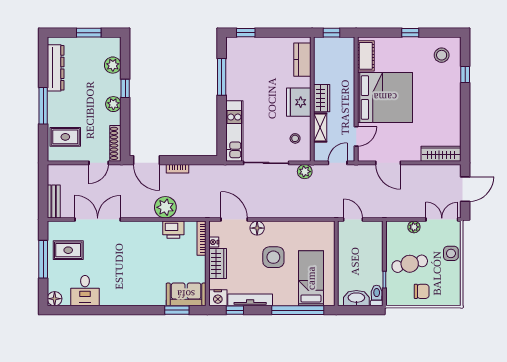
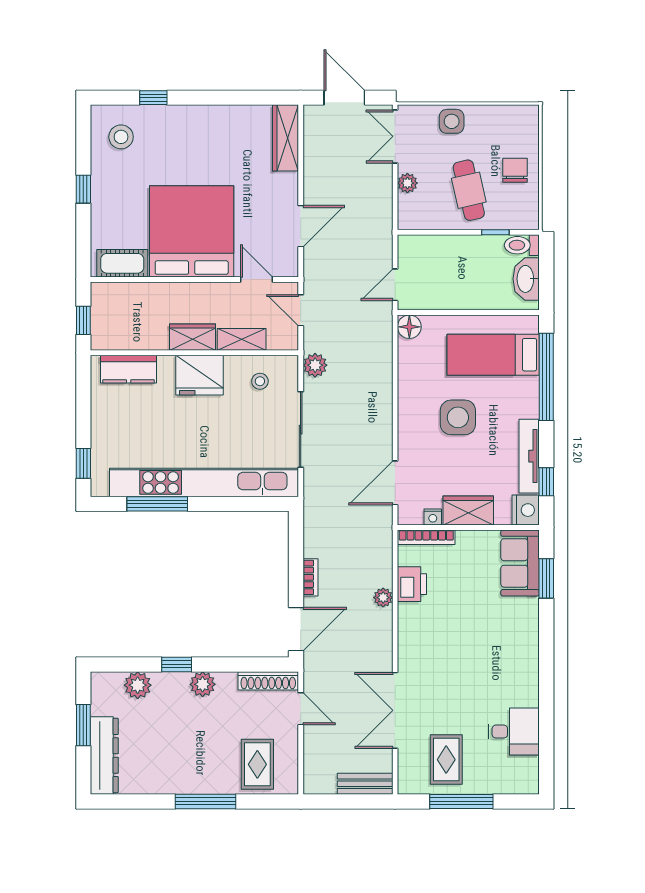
dresser: (56, 68) -> (104, 756), moved, turned 90
kitchen unit: (234, 131) -> (204, 482), width x1.86
plant: (165, 207) -> (383, 598), width x0.53, depth x0.53
floor lamp: (257, 228) -> (409, 327), moved
floor lamp: (55, 299) -> (527, 782), removed

